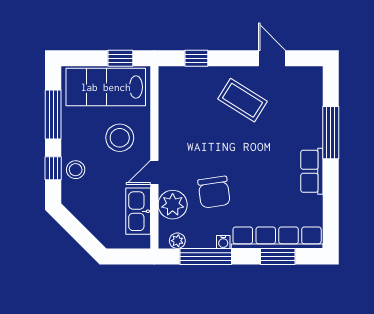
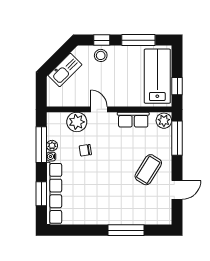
window: (196, 58) -> (177, 138), width x2.17
plant: (171, 77) -> (164, 121), added
stool: (120, 138) -> (123, 86), removed
row of seats: (312, 171) -> (133, 120), moved, turned 180
chair: (214, 192) -> (85, 150), width x0.54, depth x0.54
kitchen sink: (138, 211) -> (65, 70), moved, turned 135
plant: (177, 241) -> (52, 146), moved

